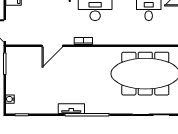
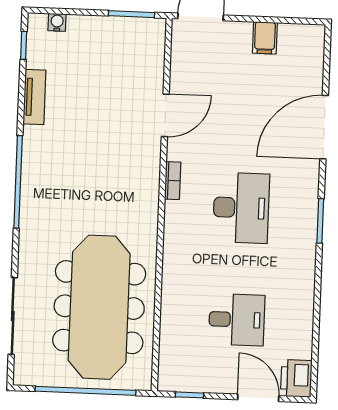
door: (52, 46) -> (165, 115), swing flipped
tv unit: (71, 109) -> (34, 97), moved

